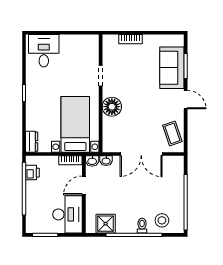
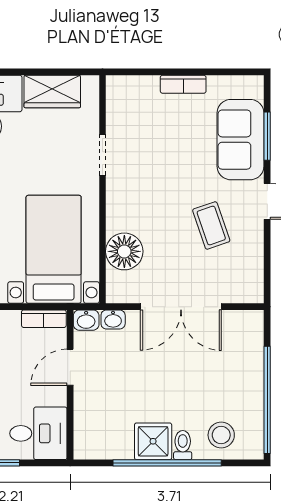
bookcase: (130, 39) -> (183, 84), moved
wardrobe: (75, 43) -> (52, 92), added
floor lamp: (112, 107) -> (124, 251), moved
coffee table: (172, 133) -> (211, 225), moved
desk: (67, 214) -> (38, 433), width x0.73
shower: (106, 224) -> (153, 441), moved

